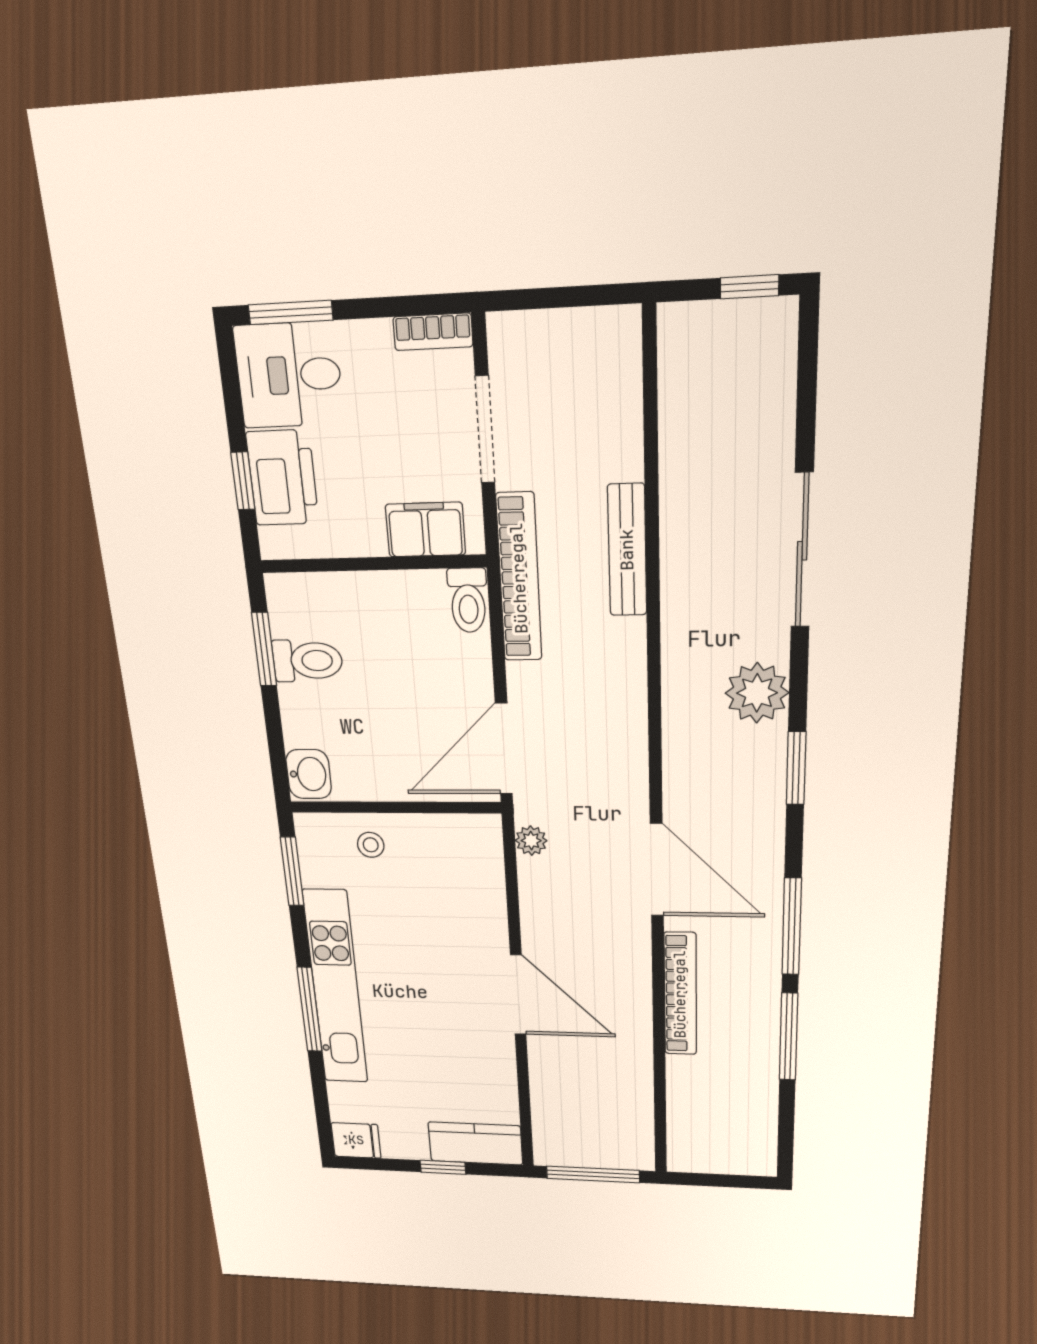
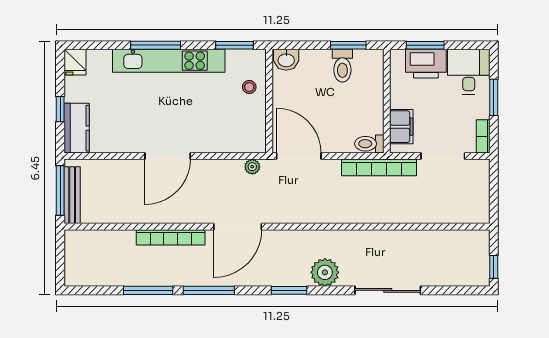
window: (291, 313) -> (494, 97), moved
window: (243, 481) -> (425, 45), width x1.50
bench: (627, 550) -> (72, 195), moved, turned 90

